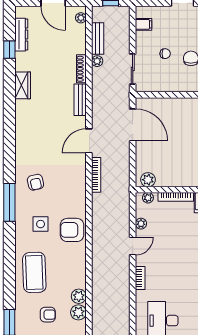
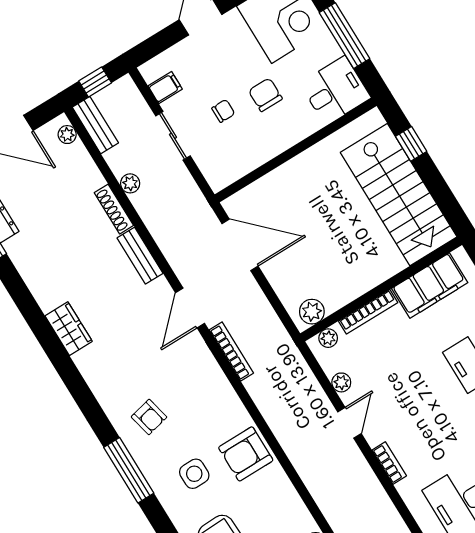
bench: (98, 39) -> (95, 125), moved
sliding door: (133, 69) -> (173, 136), moved
wardrobe: (23, 85) -> (69, 329), moved

